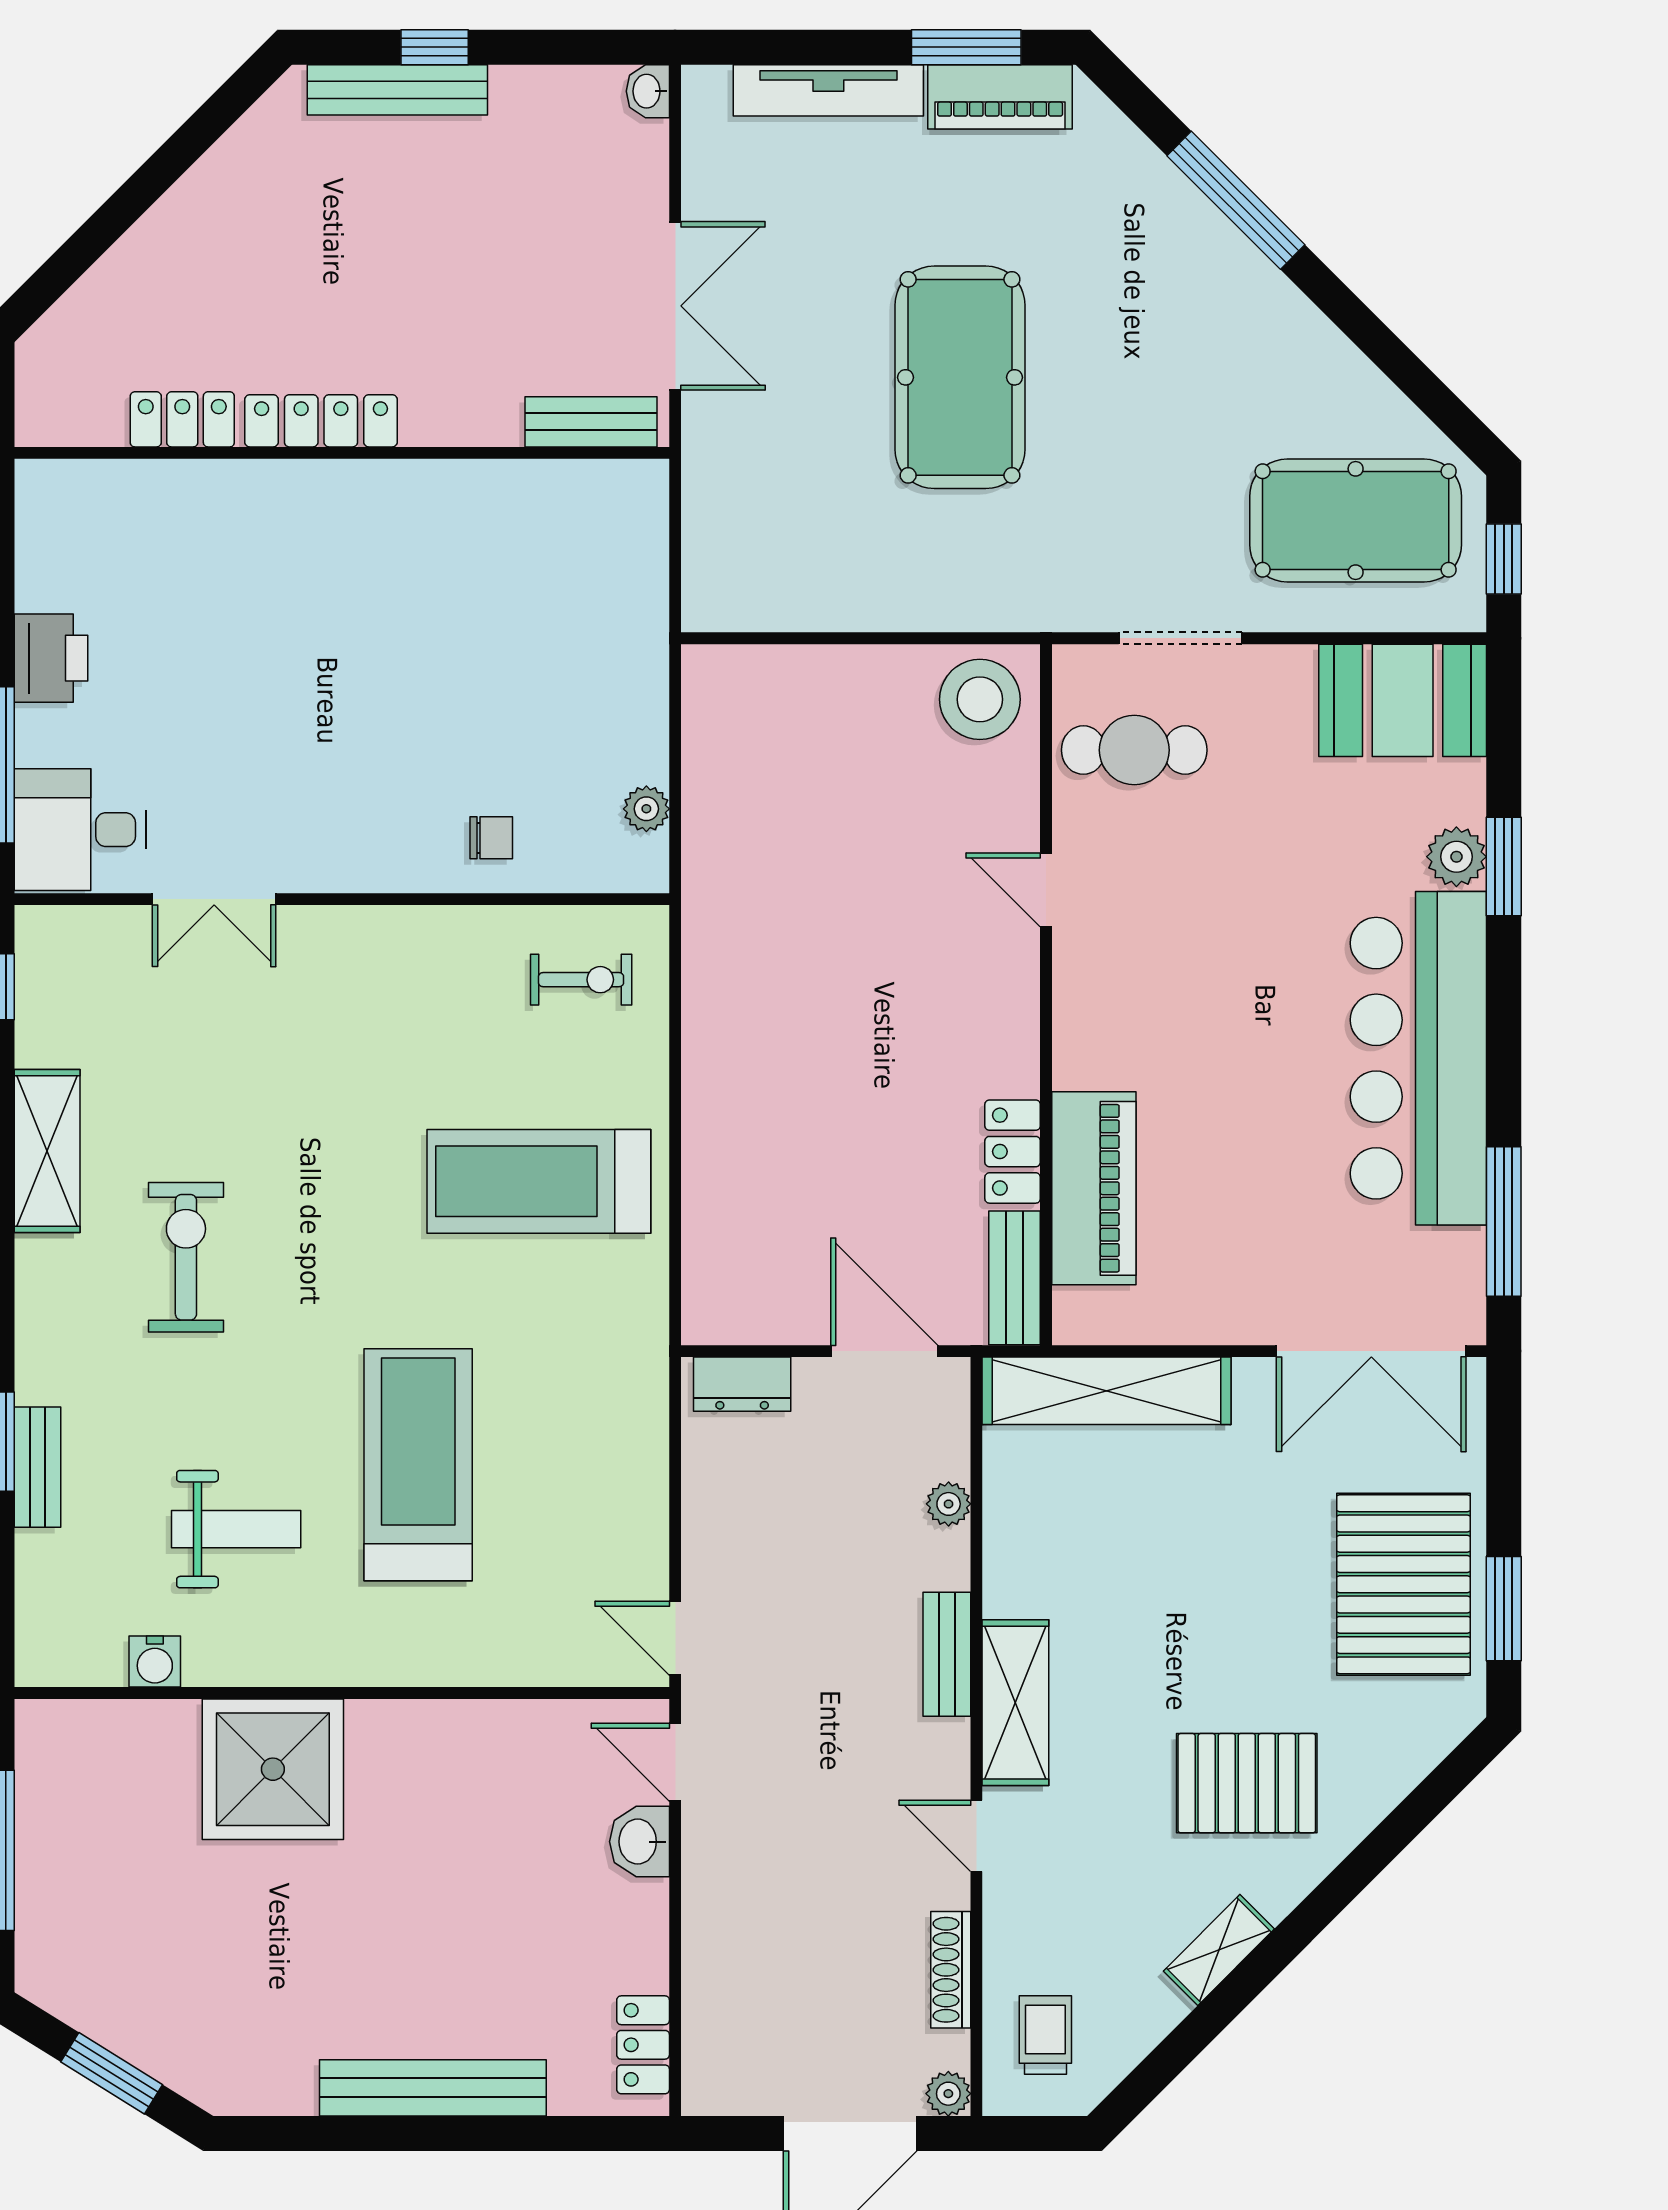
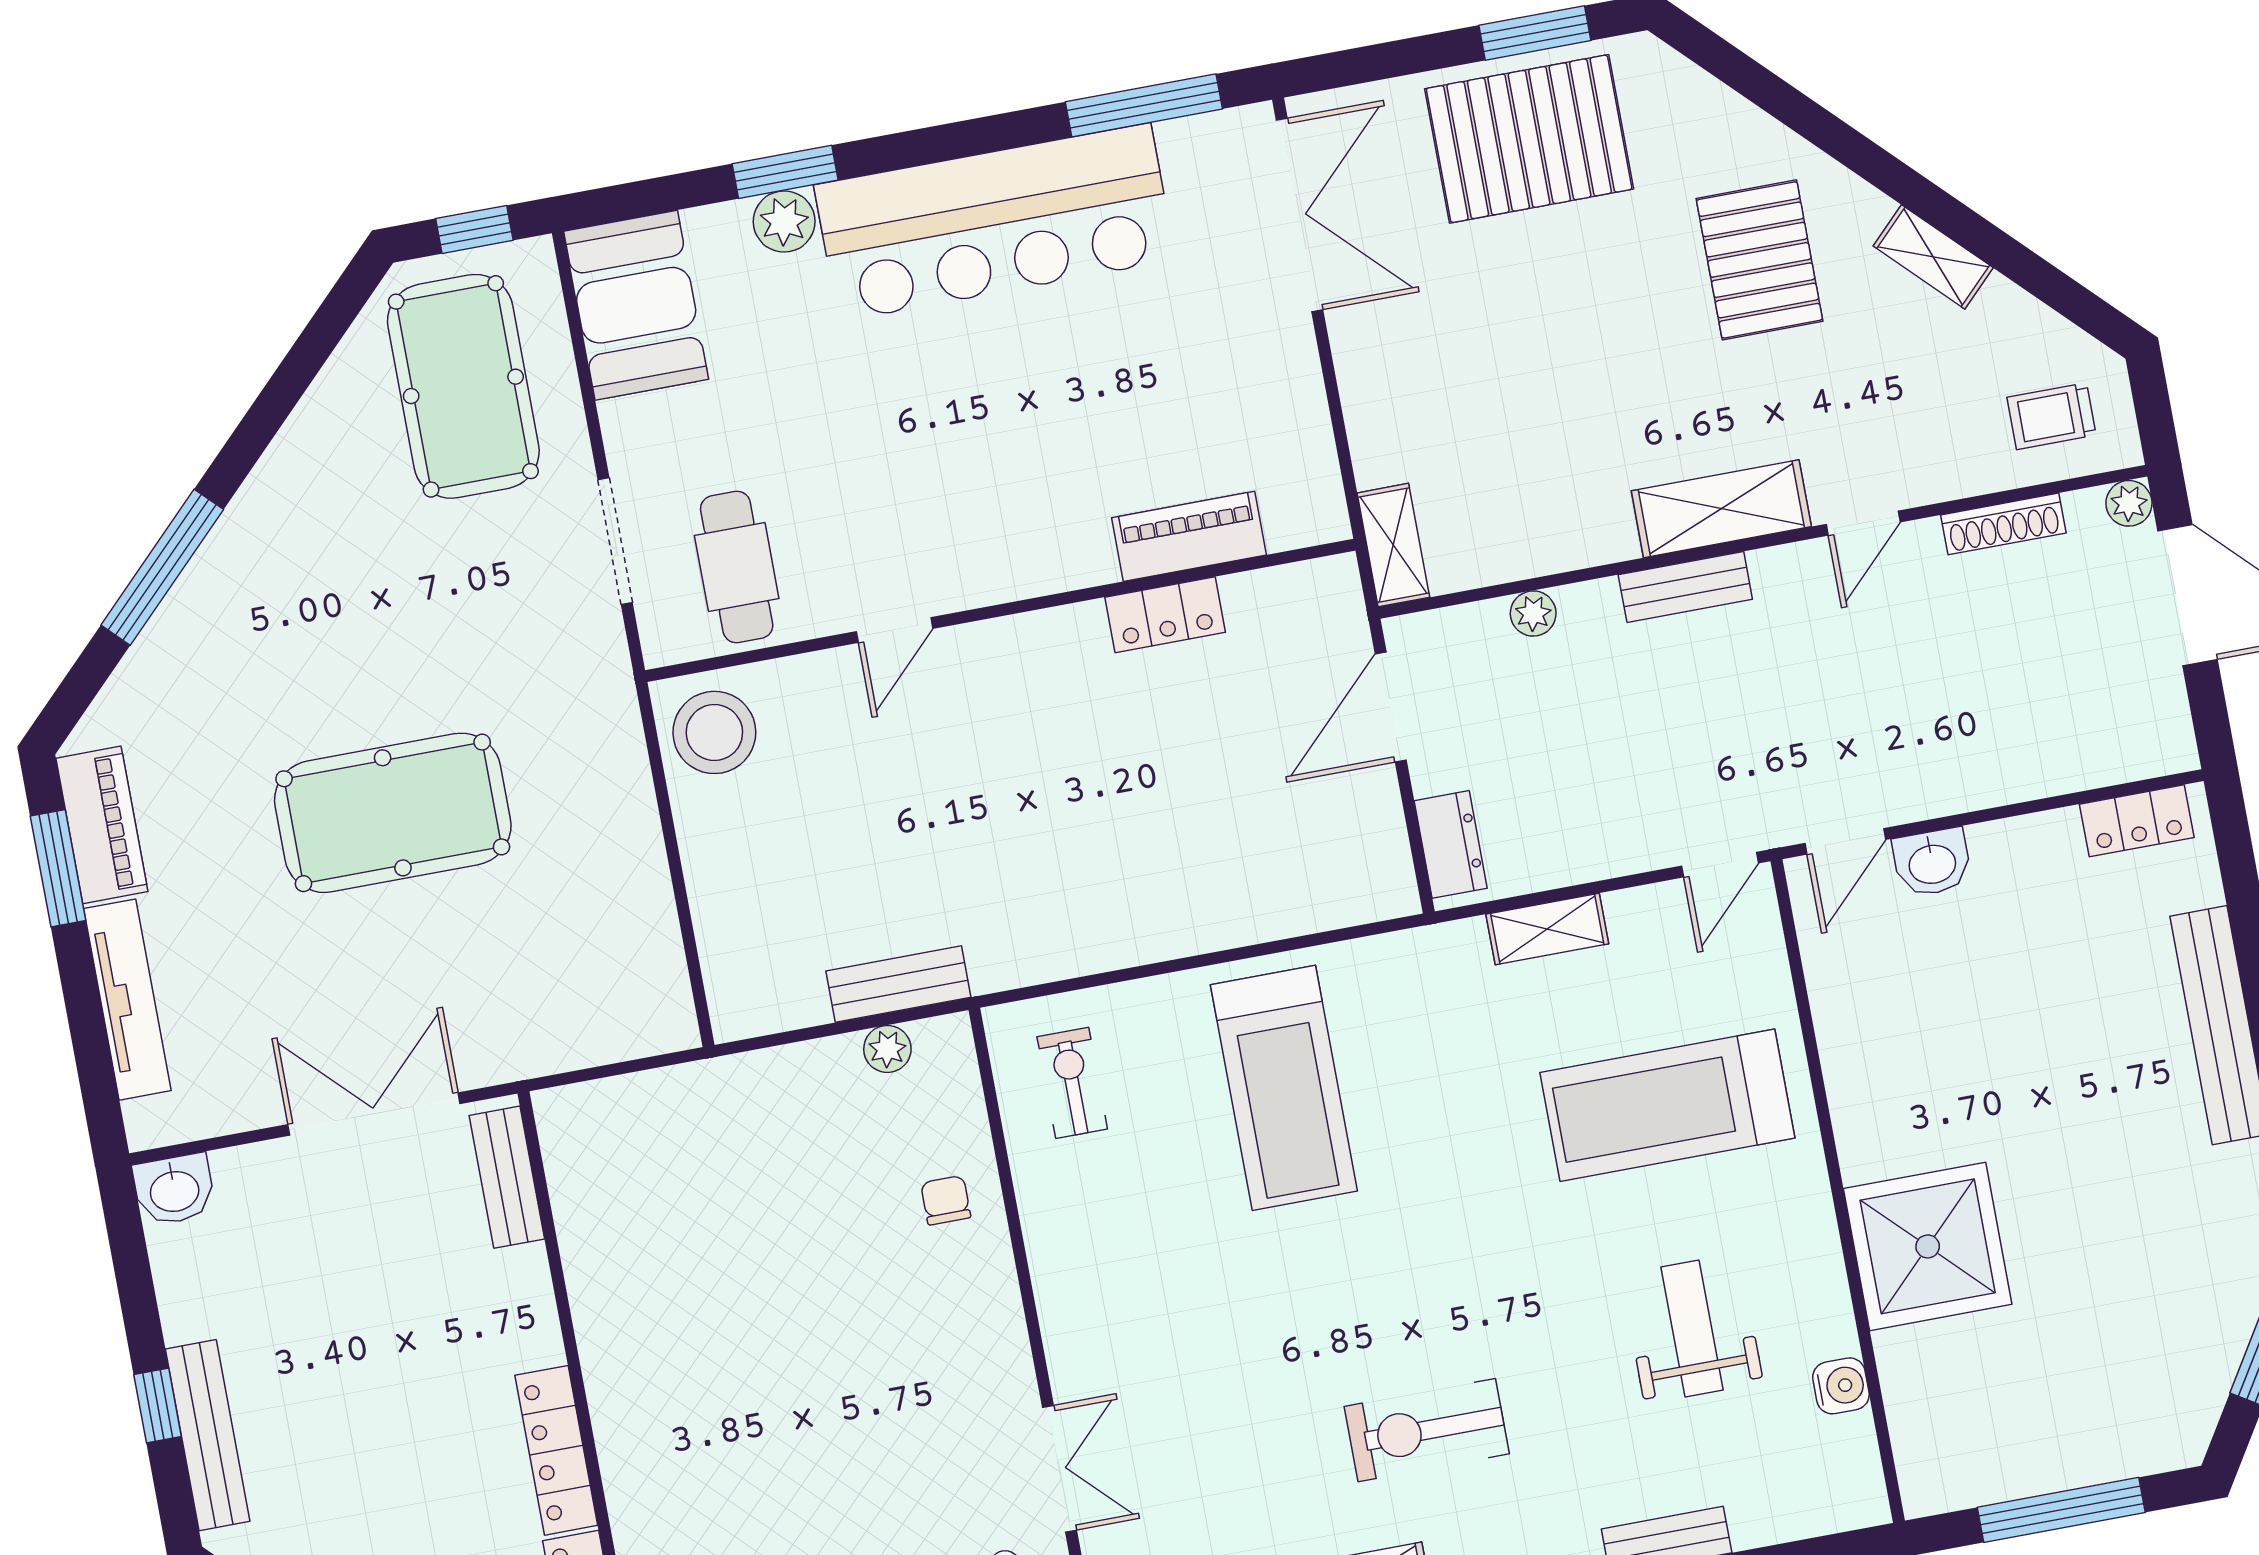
washbasin: (648, 91) -> (174, 1190), width x1.38, depth x1.45
piano: (1094, 1188) -> (1189, 536), width x0.73, depth x0.75
bench: (1015, 1278) -> (898, 984), moved
shelving: (1107, 1391) -> (1393, 545), width x0.45, depth x0.75
shelving: (644, 1461) -> (1547, 929), added
treadmill: (418, 1465) -> (1667, 1105), moved

